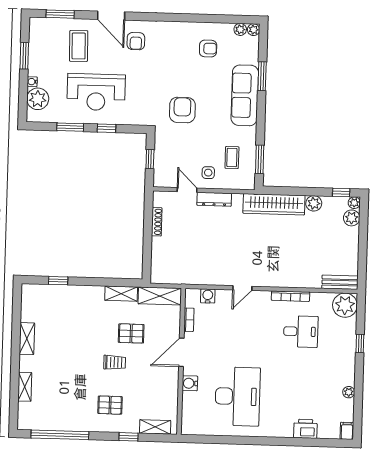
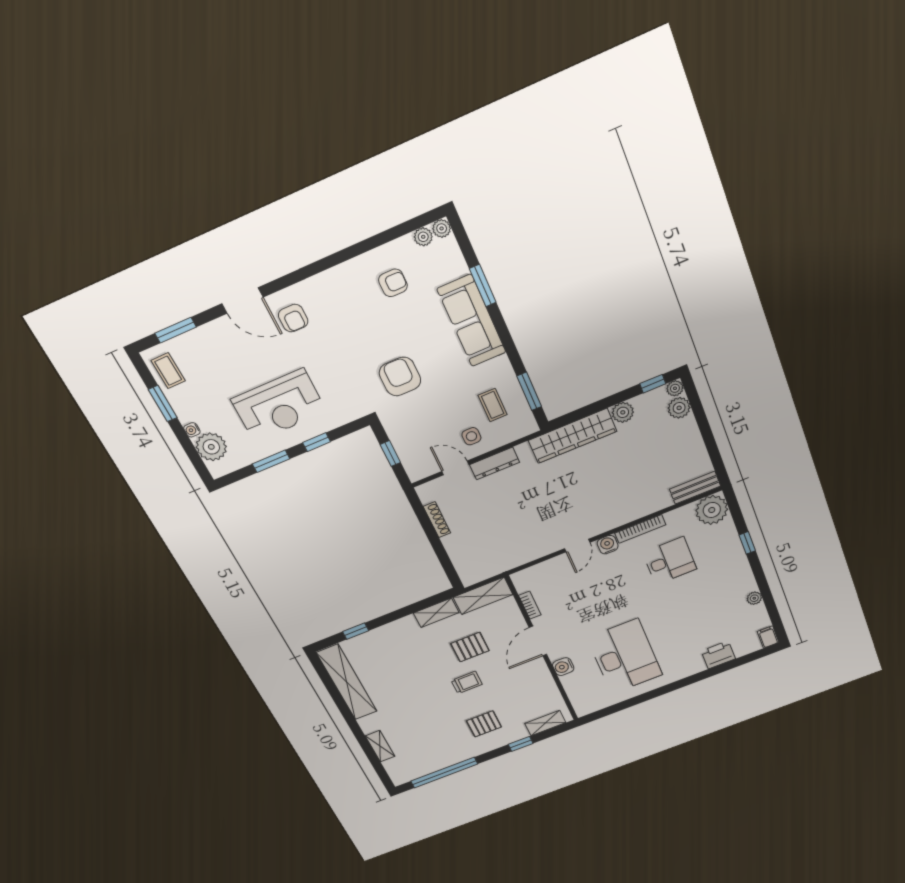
coffee table: (79, 46) -> (168, 371), moved, width x0.73, depth x0.77
water cooler: (208, 296) -> (608, 545), moved
shelving: (27, 339) -> (347, 682), width x2.20, depth x1.33

